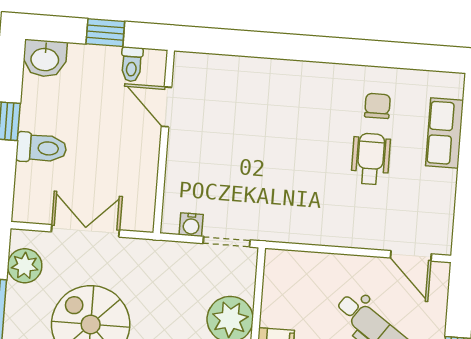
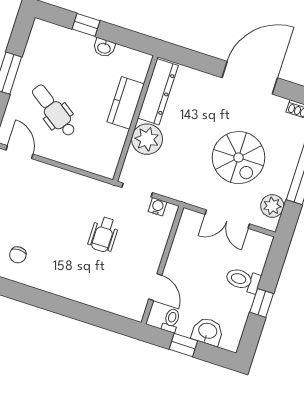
washbasin: (45, 59) -> (208, 331), moved
wheelchair: (371, 159) -> (104, 234), moved

